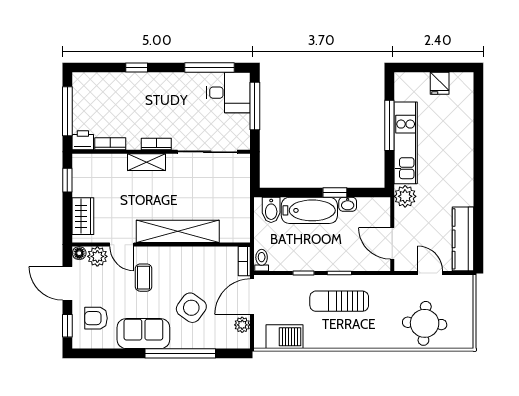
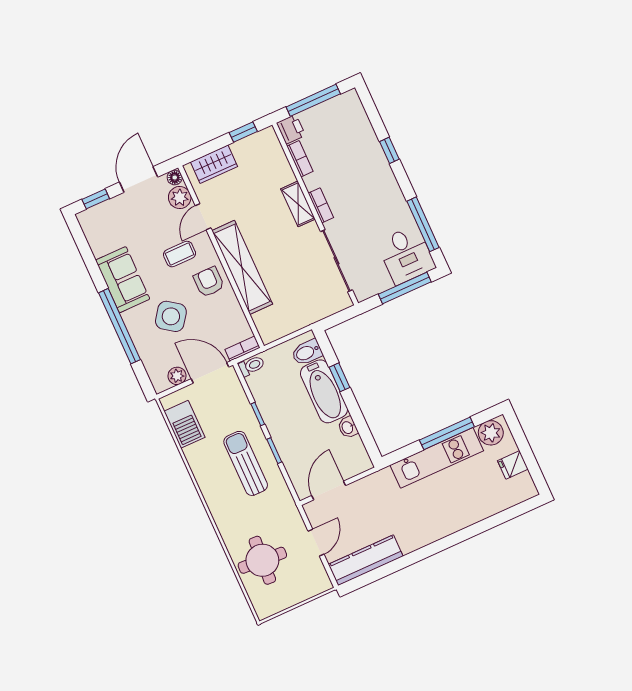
window: (335, 192) -> (340, 377), moved
plant: (405, 196) -> (491, 433), moved
armchair: (96, 318) -> (209, 282), moved

